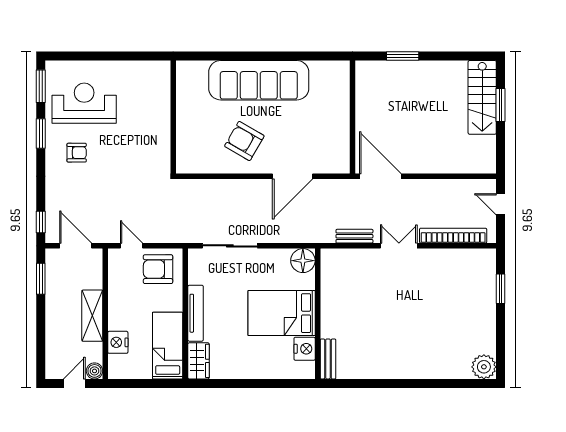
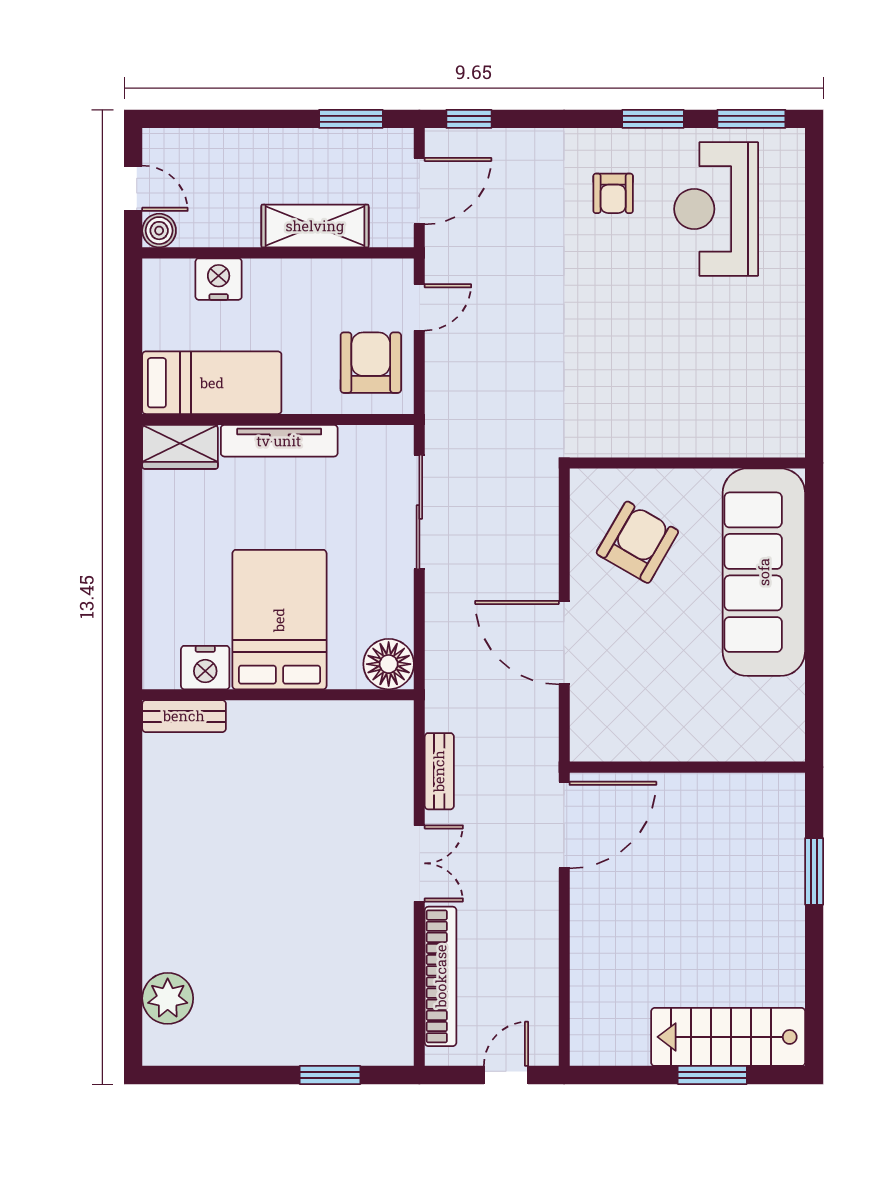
reception desk: (84, 103) -> (716, 209), turned 180
wall: (173, 117) -> (687, 463), moved
shelving: (92, 316) -> (315, 226), moved
plant: (484, 367) -> (168, 998), moved

